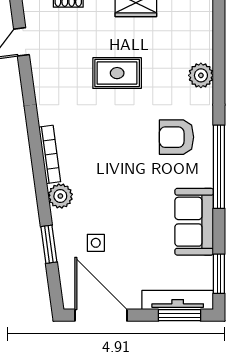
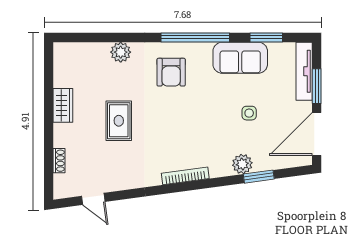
plant: (60, 196) -> (242, 164), moved
side table: (96, 243) -> (249, 113), moved
window: (219, 274) -> (266, 37), moved
window: (180, 315) -> (317, 86), moved

